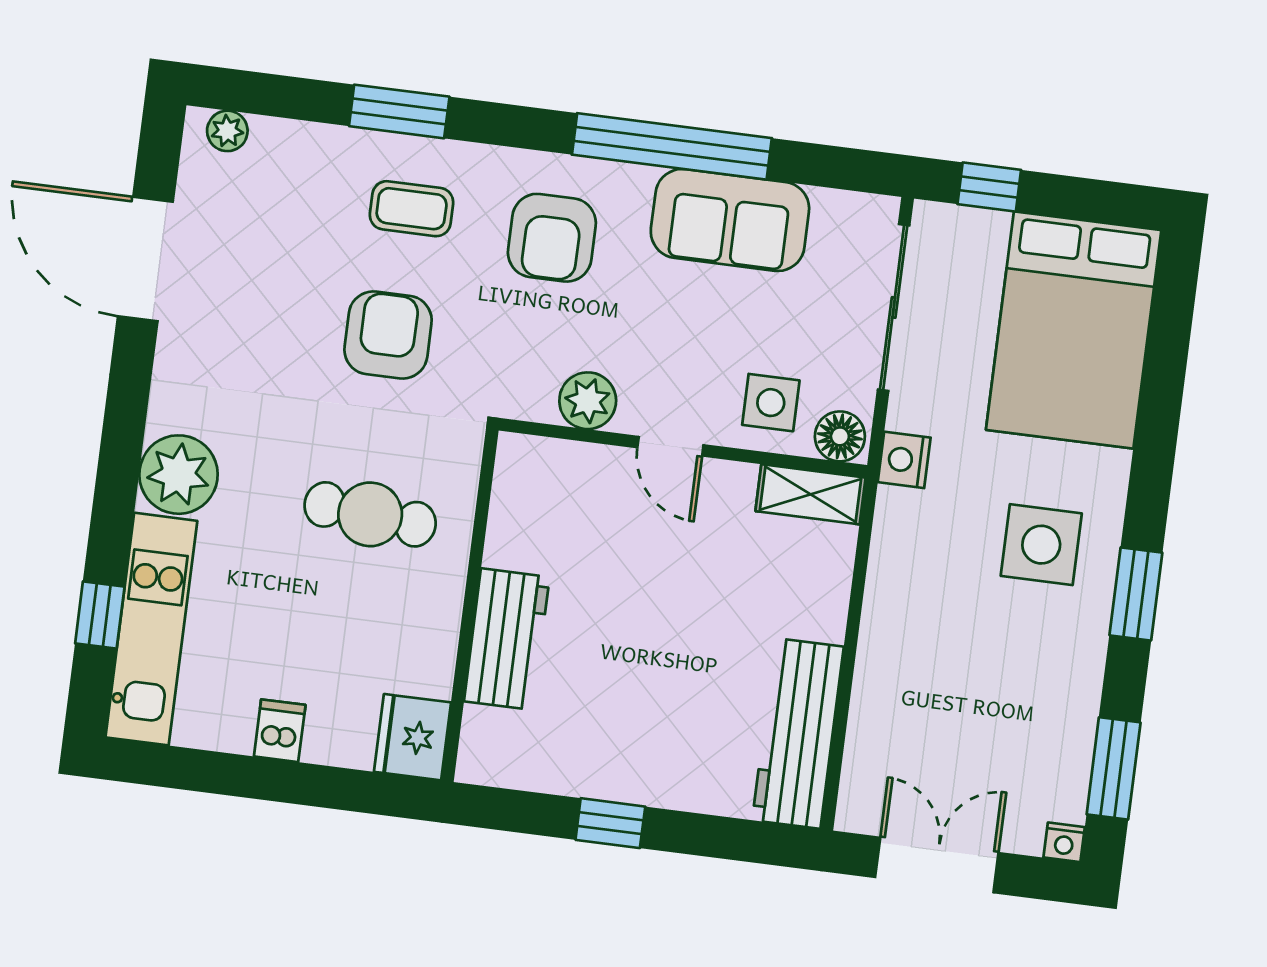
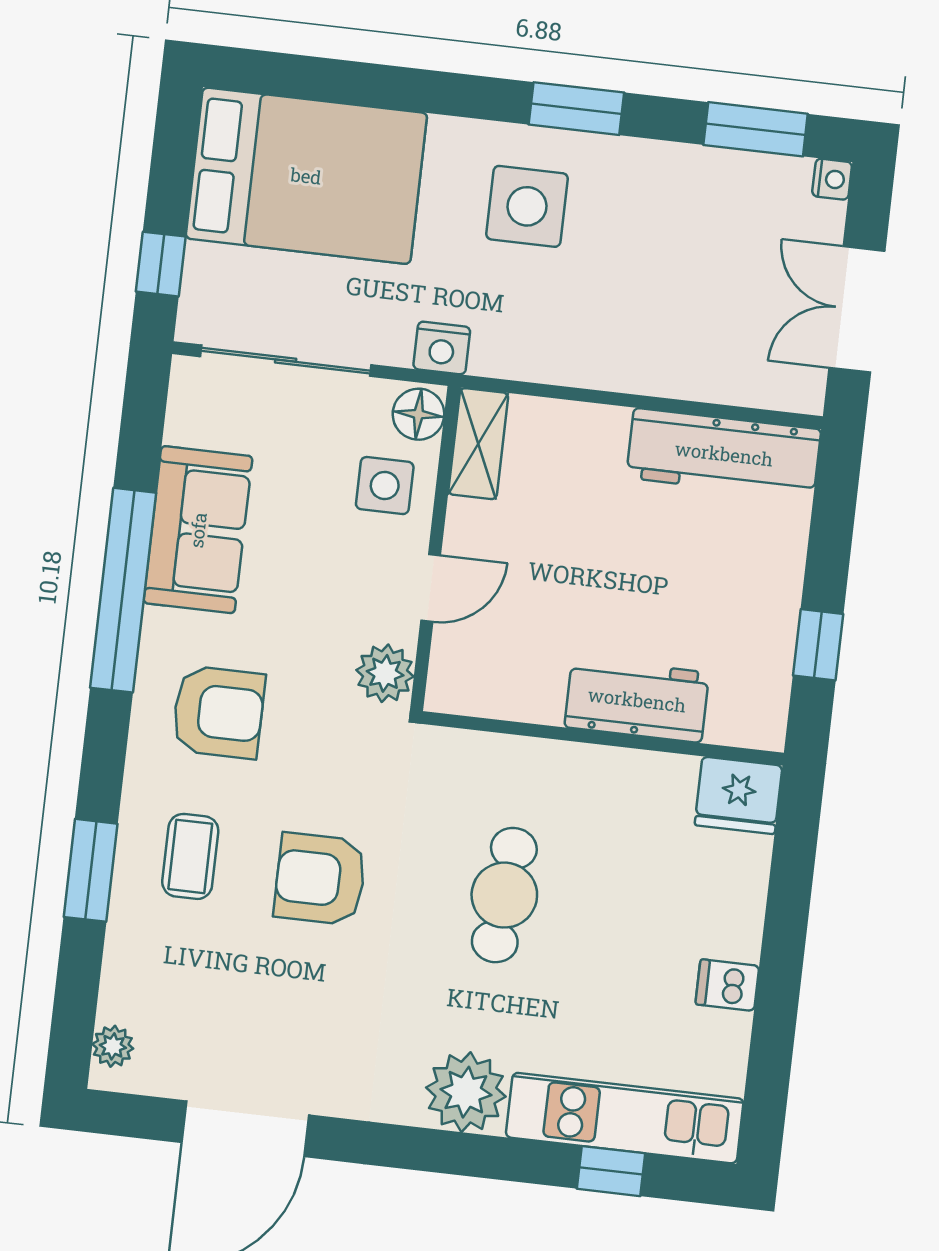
wall: (470, 605) -> (603, 738), moved
workbench: (507, 639) -> (637, 700), moved
fridge: (413, 737) -> (738, 795), moved

